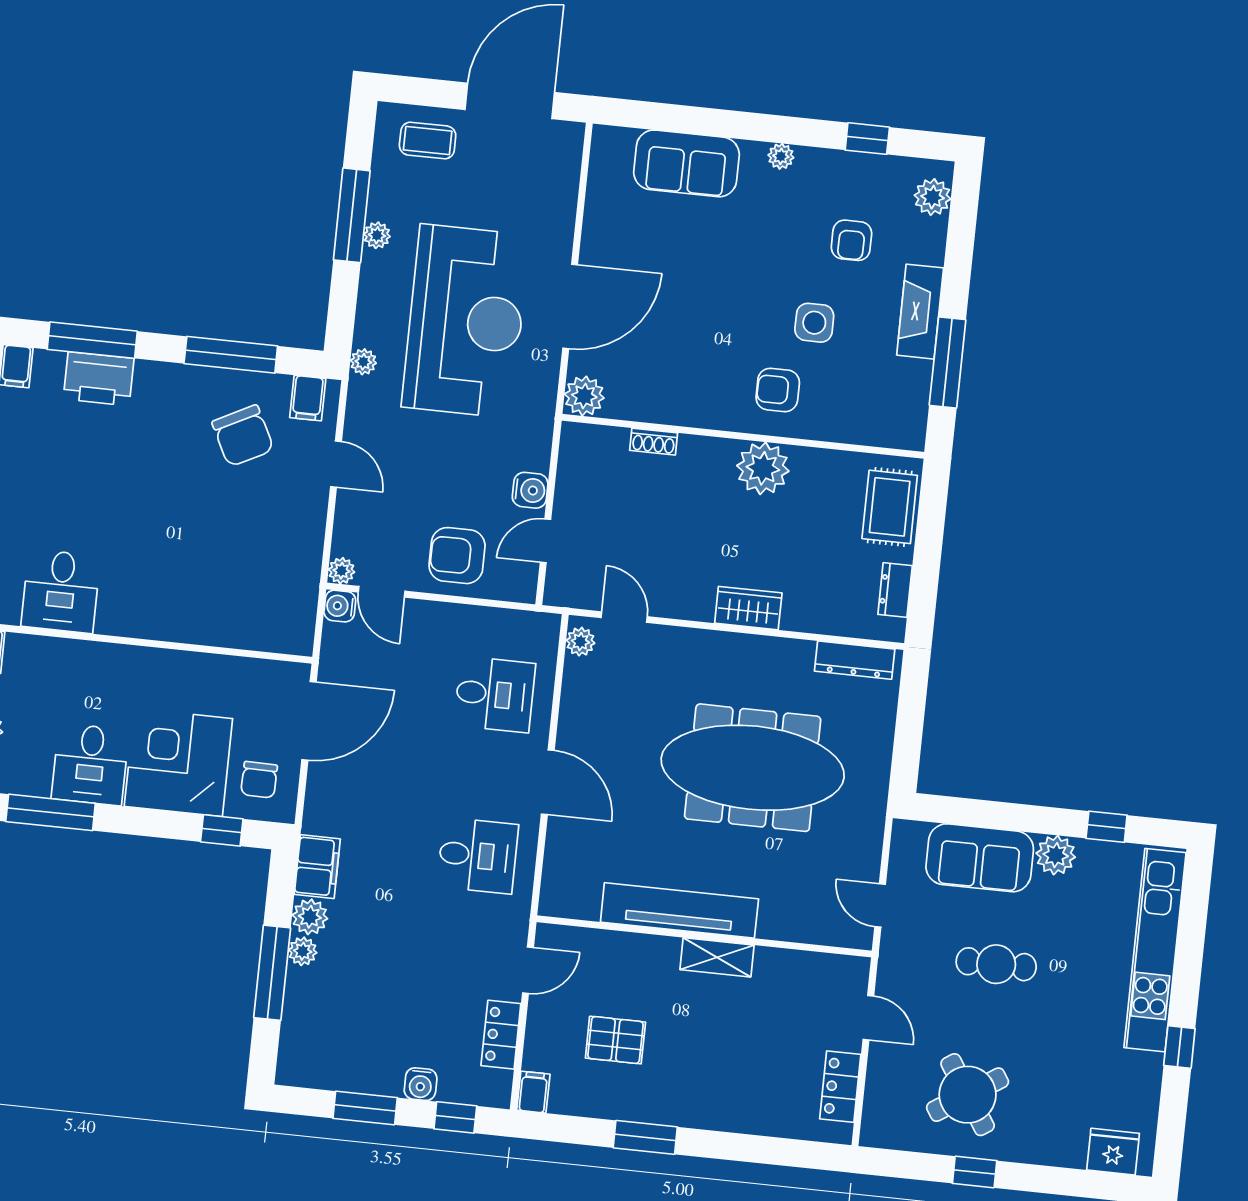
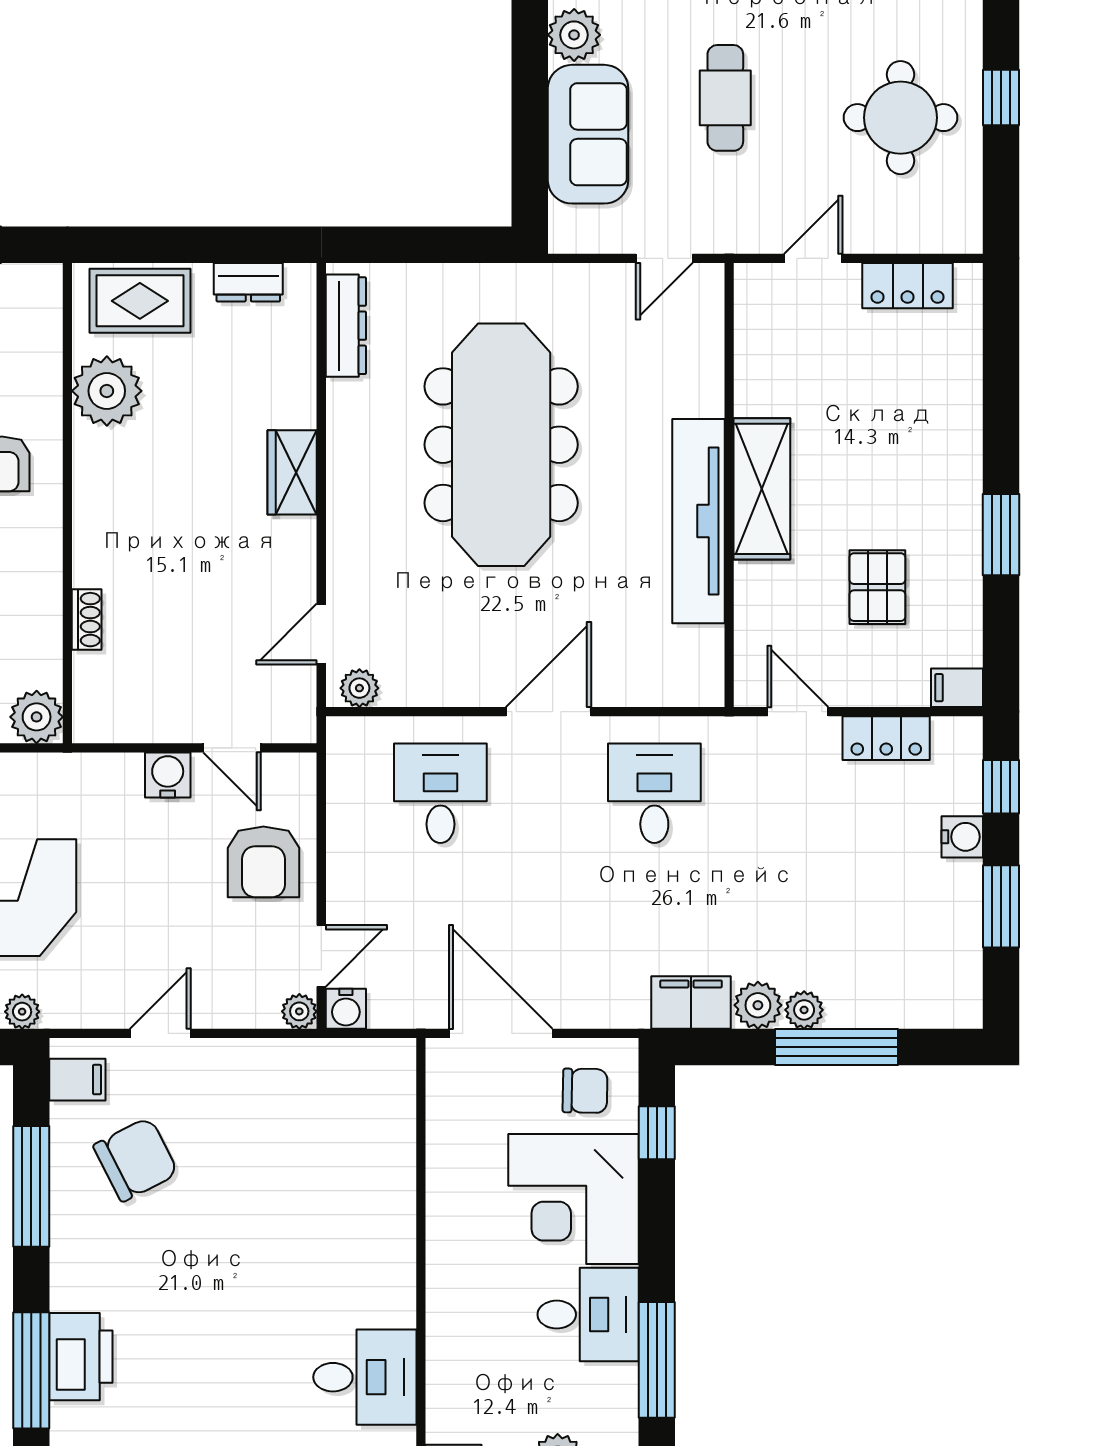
plant: (763, 468) -> (107, 391), moved
shelving: (717, 957) -> (762, 489), width x1.50, depth x1.33
round table: (968, 1095) -> (901, 118), turned 33

